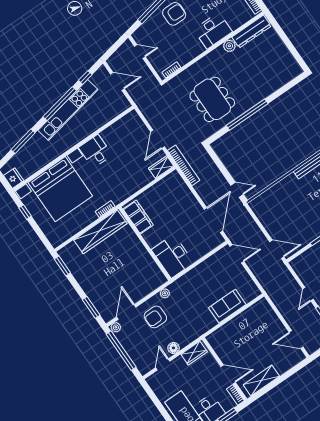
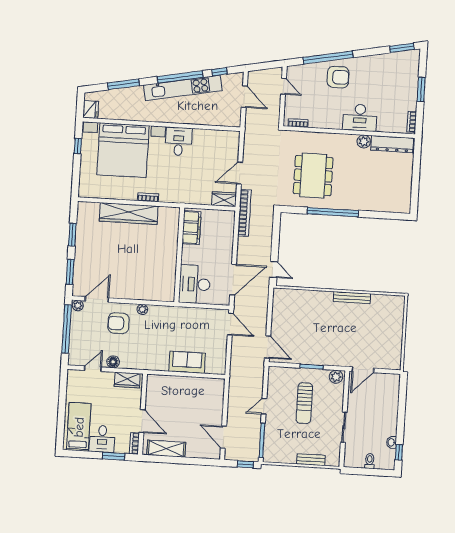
filing cabinet: (138, 217) -> (192, 228), moved
wall: (145, 244) -> (179, 255), moved
desk: (173, 256) -> (195, 284), moved
window: (62, 266) -> (72, 235), moved

